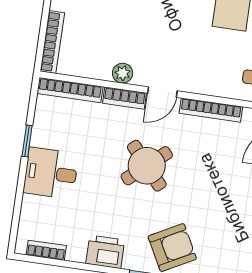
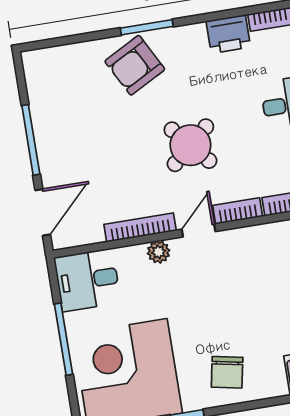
plant: (123, 73) -> (159, 252), moved
printer: (105, 252) -> (228, 34), moved

